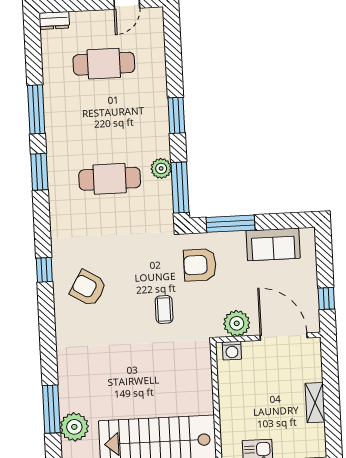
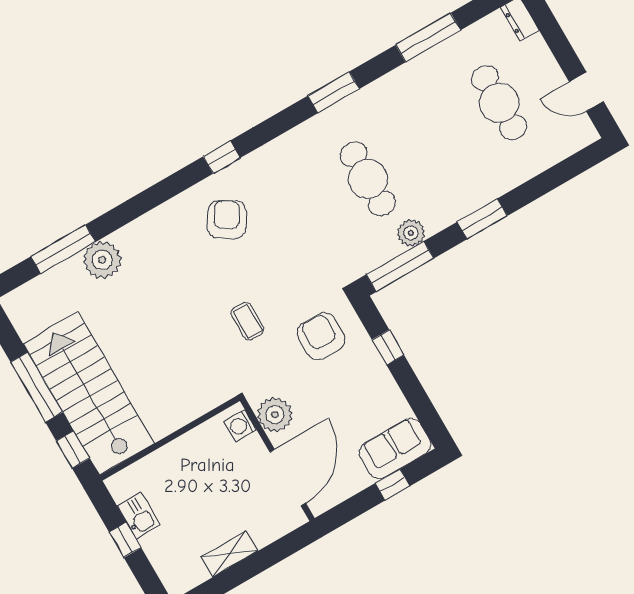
window: (36, 109) -> (428, 38), moved
window: (230, 224) -> (388, 347), width x0.46
sofa: (273, 244) -> (395, 448), moved, turned 90
window: (326, 298) -> (392, 485), moved
coffee table: (164, 309) -> (247, 321), turned 90
plant: (74, 427) -> (102, 260), moved

